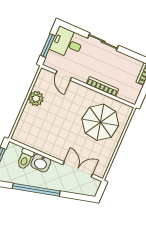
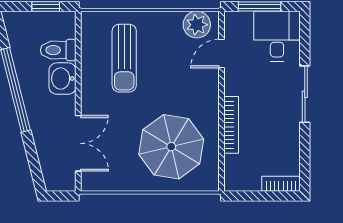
plant: (36, 98) -> (197, 25), moved
sun lounger: (44, 127) -> (124, 58), added

